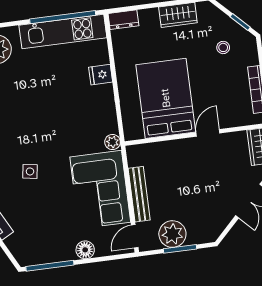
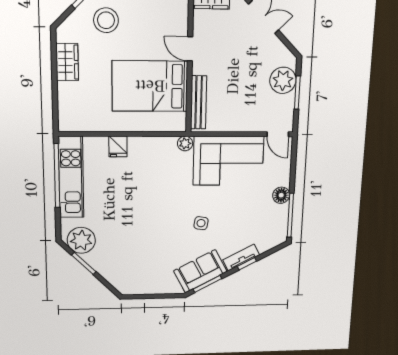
dresser: (123, 20) -> (66, 117), removed
stool: (223, 47) -> (106, 20), width x1.89, depth x1.89
bench: (139, 194) -> (199, 102), moved, turned 90
plant: (172, 234) -> (283, 80), moved
floor lamp: (85, 250) -> (281, 195), moved

